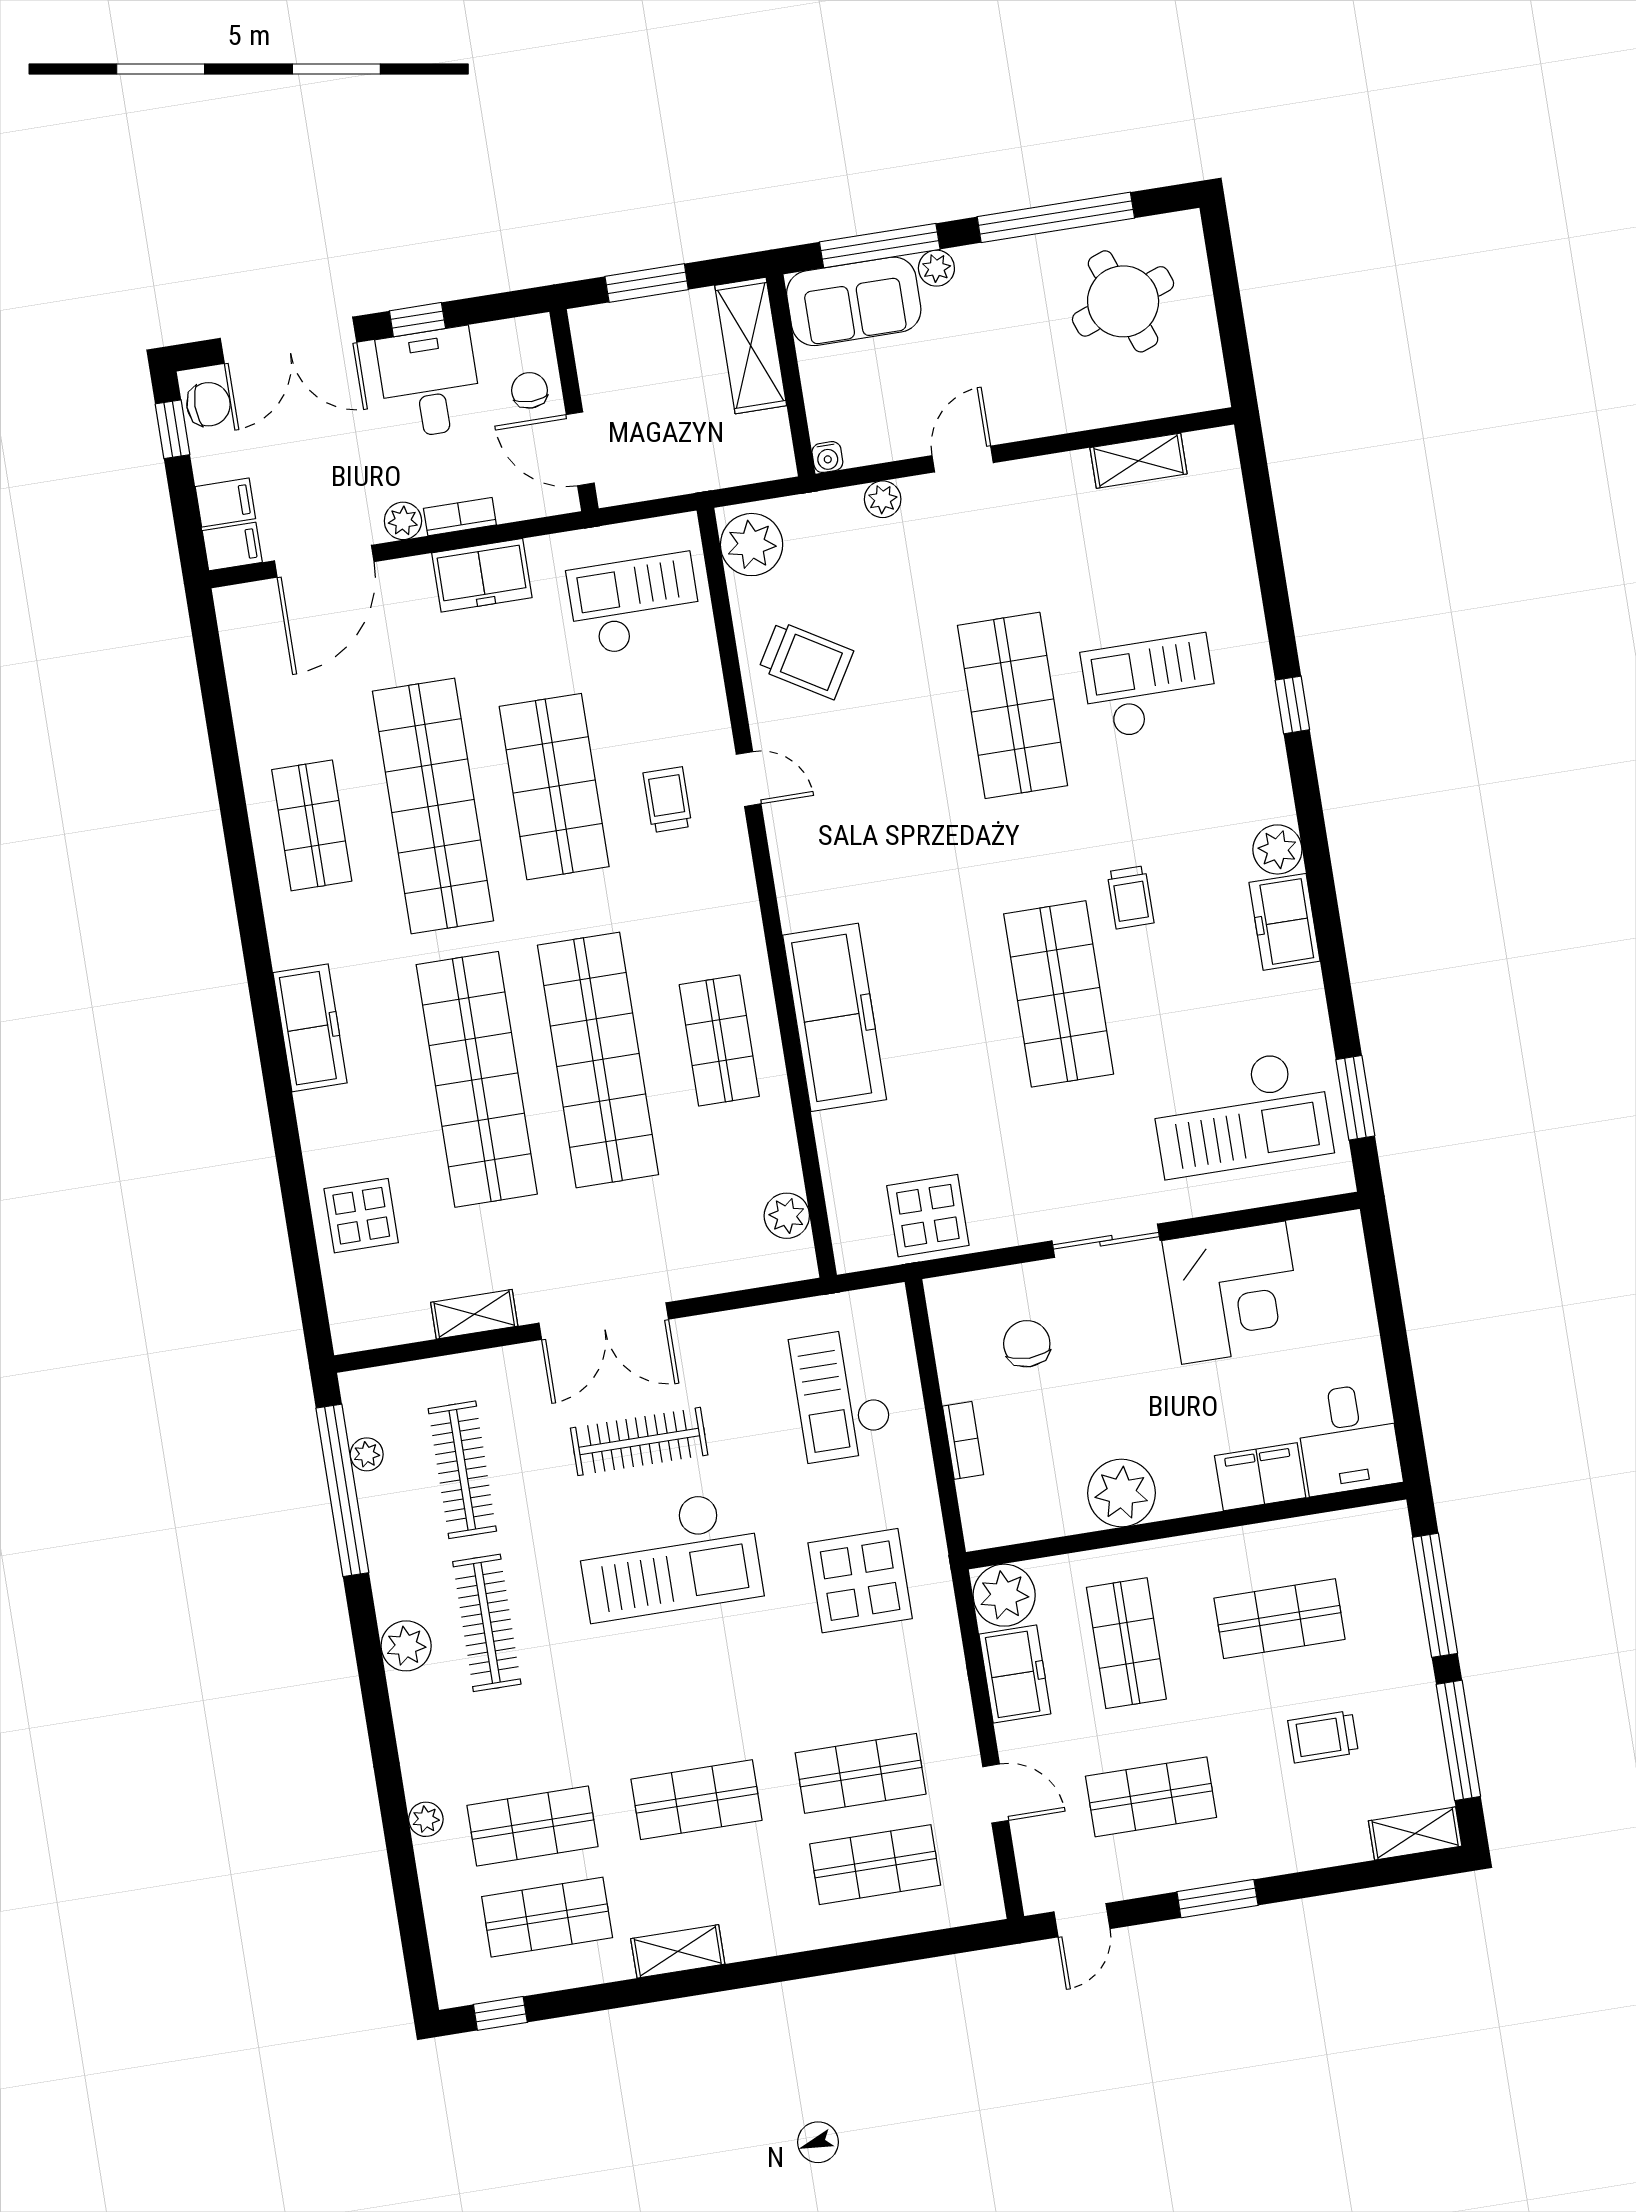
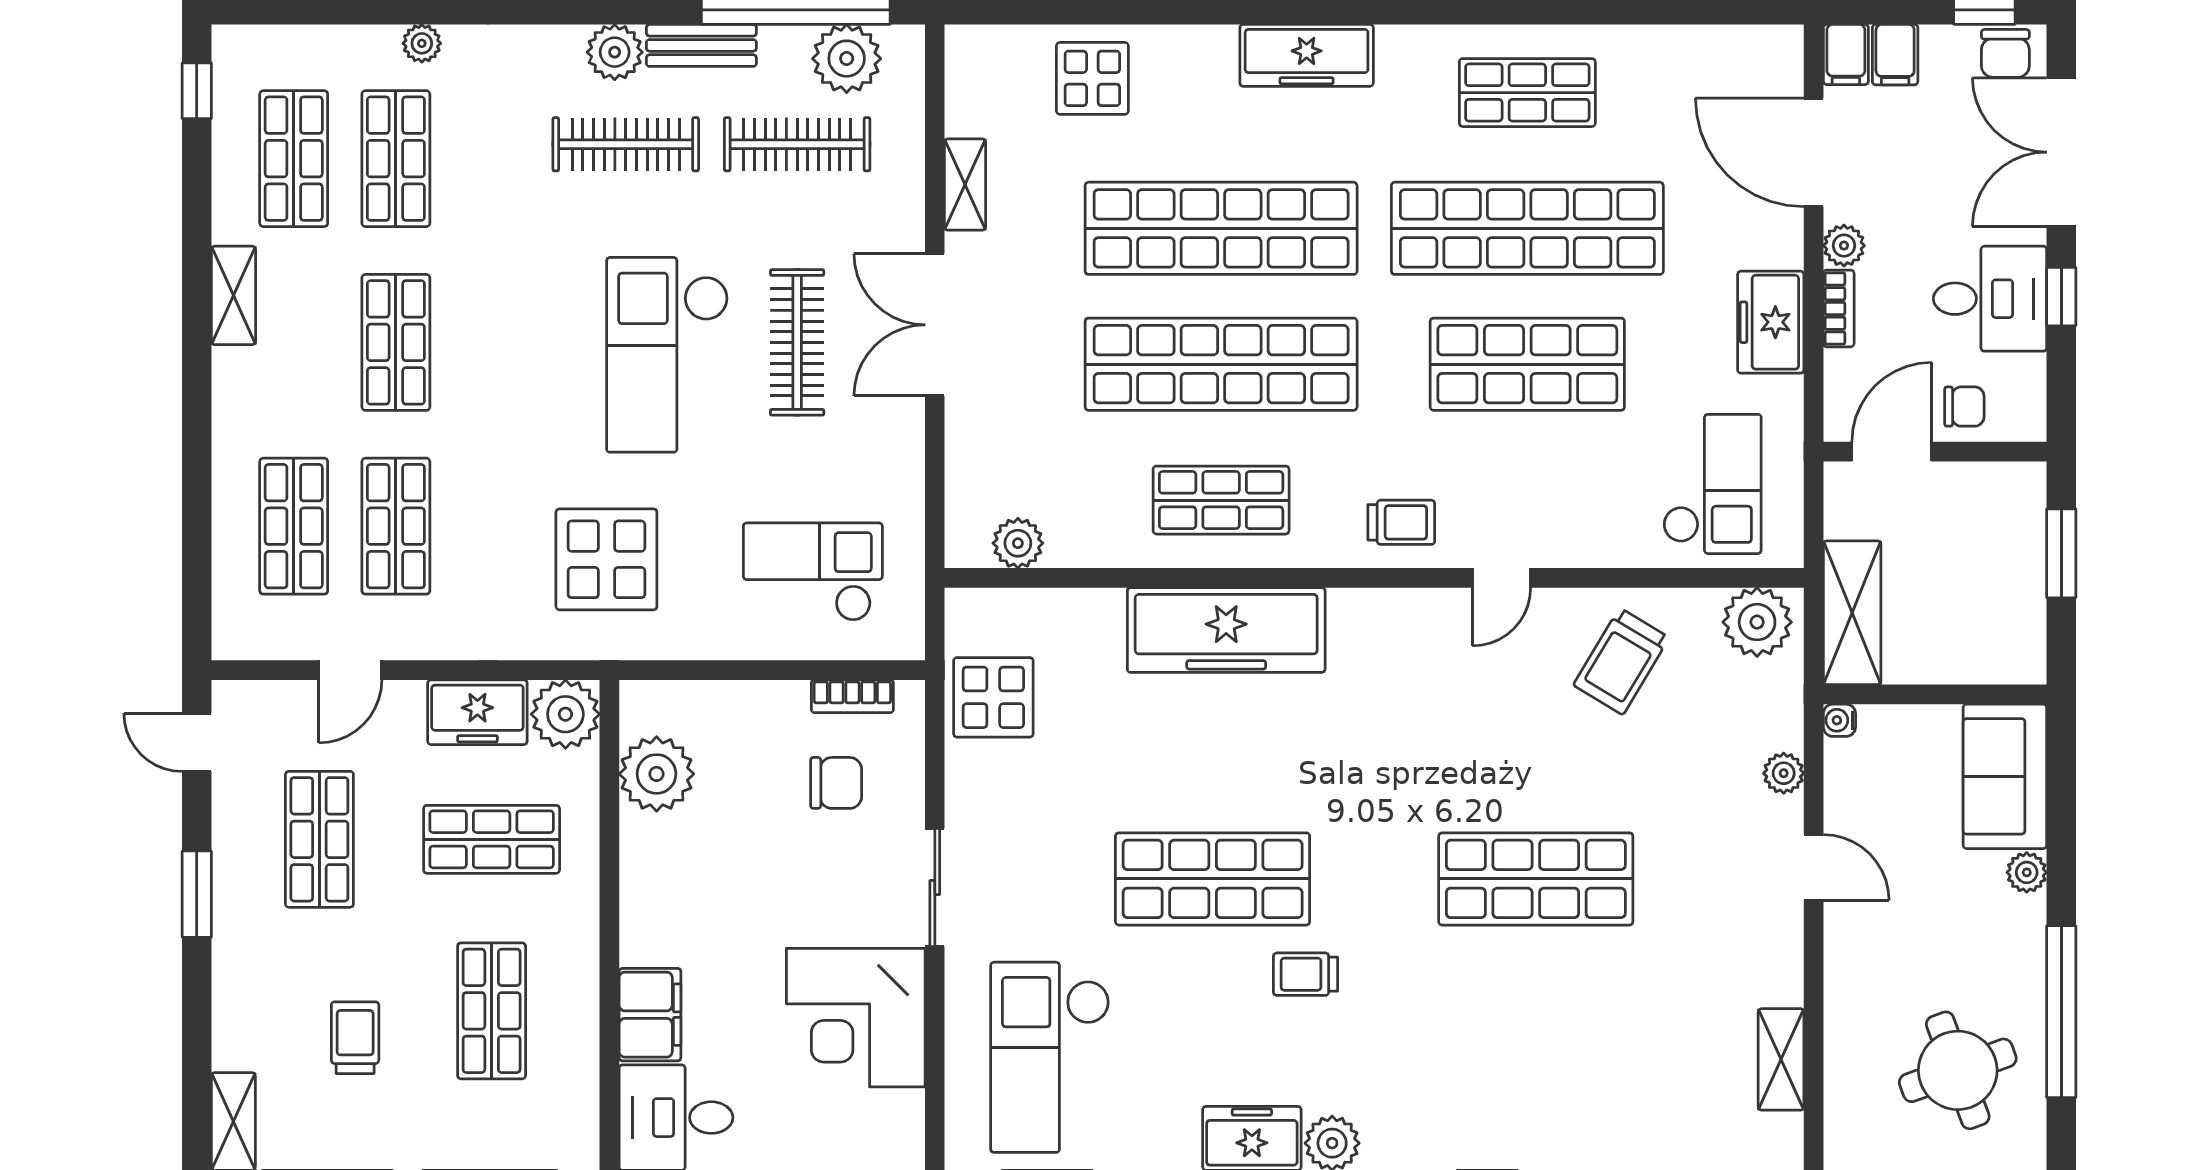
window: (880, 246) -> (2061, 814), removed
shelving: (751, 345) -> (1852, 613), moved, turned 90
checkout: (1150, 687) -> (1532, 1032), removed
trolley: (667, 800) -> (1401, 522), moved
bookcase: (963, 1440) -> (852, 696), moved
plant: (367, 1454) -> (847, 59), width x1.88, depth x1.88
plant: (1121, 1493) -> (657, 774), moved
bench: (388, 1569) -> (701, 45), added

